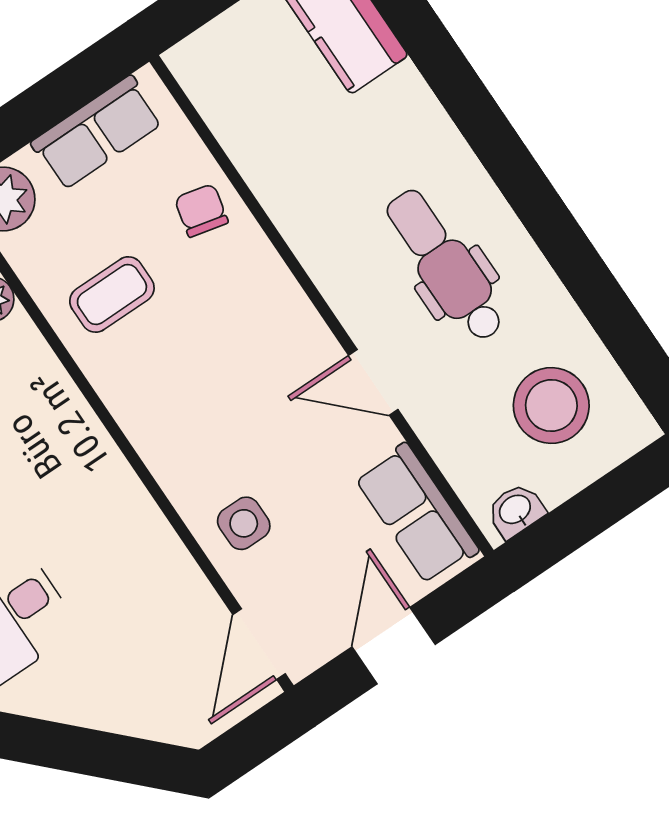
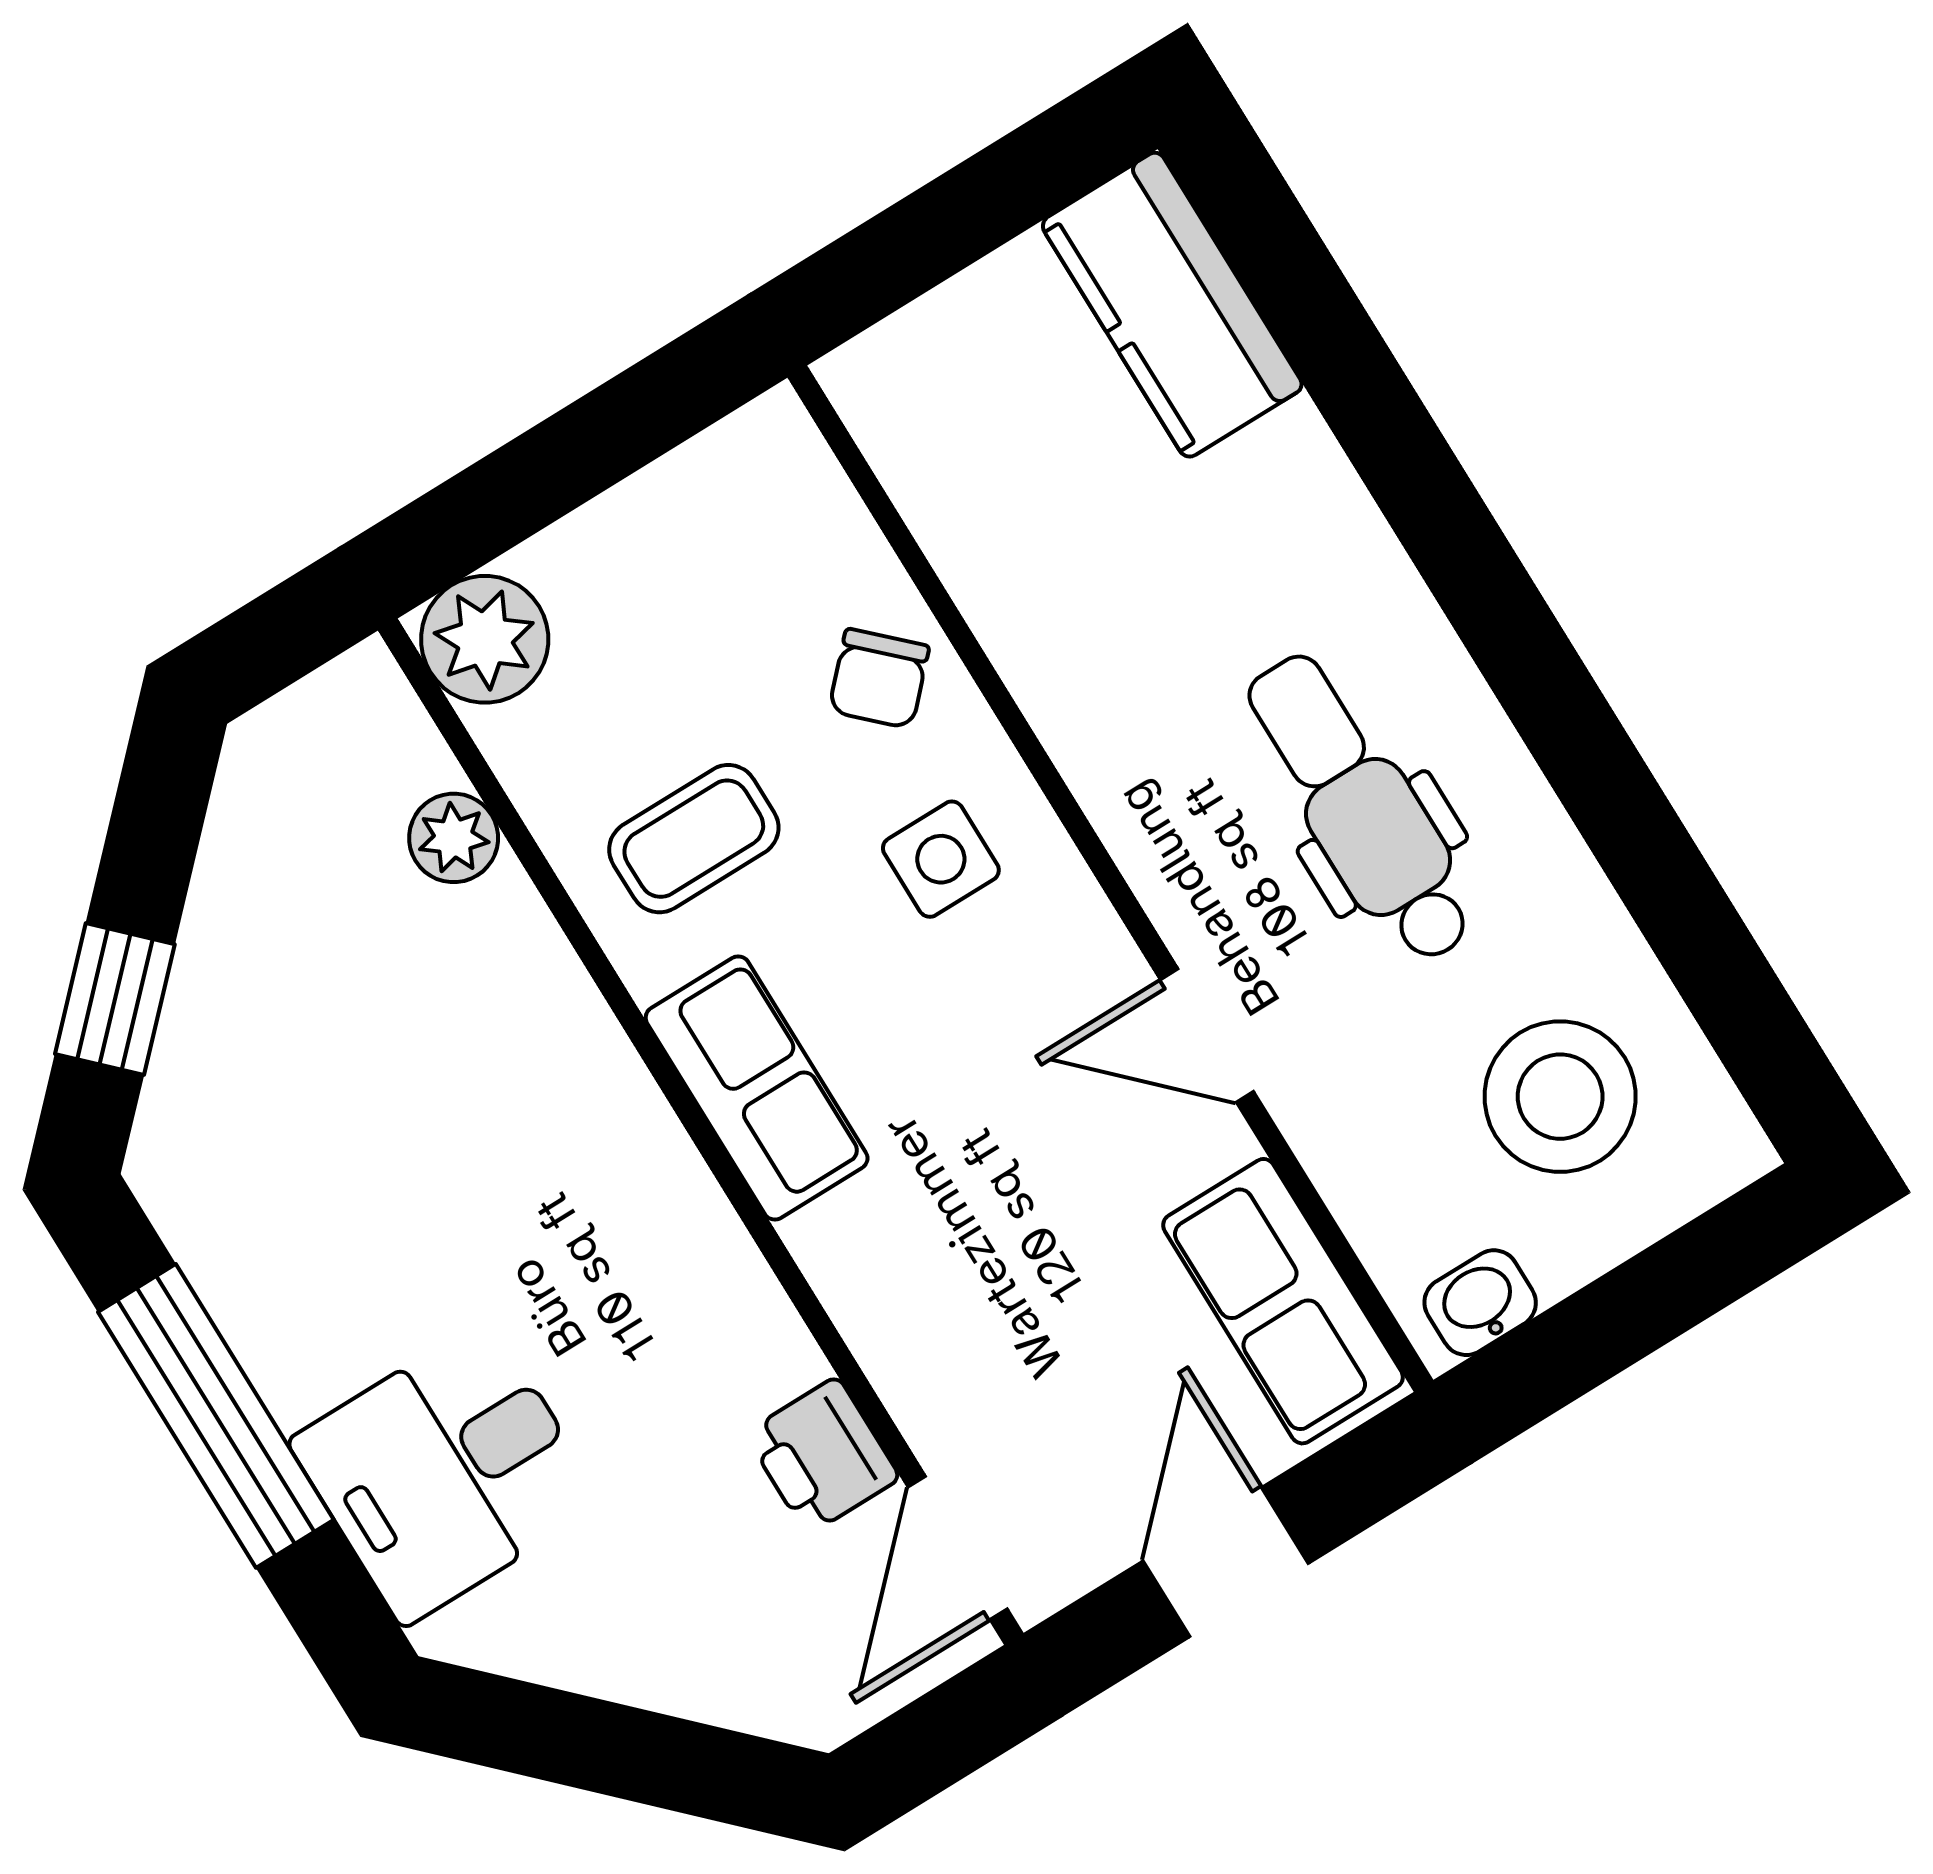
row of seats: (97, 133) -> (757, 1088), moved, turned -90
chair: (201, 210) -> (879, 679), turned -149
side table: (244, 523) -> (941, 859), moved
printer: (189, 601) -> (822, 1456), added

